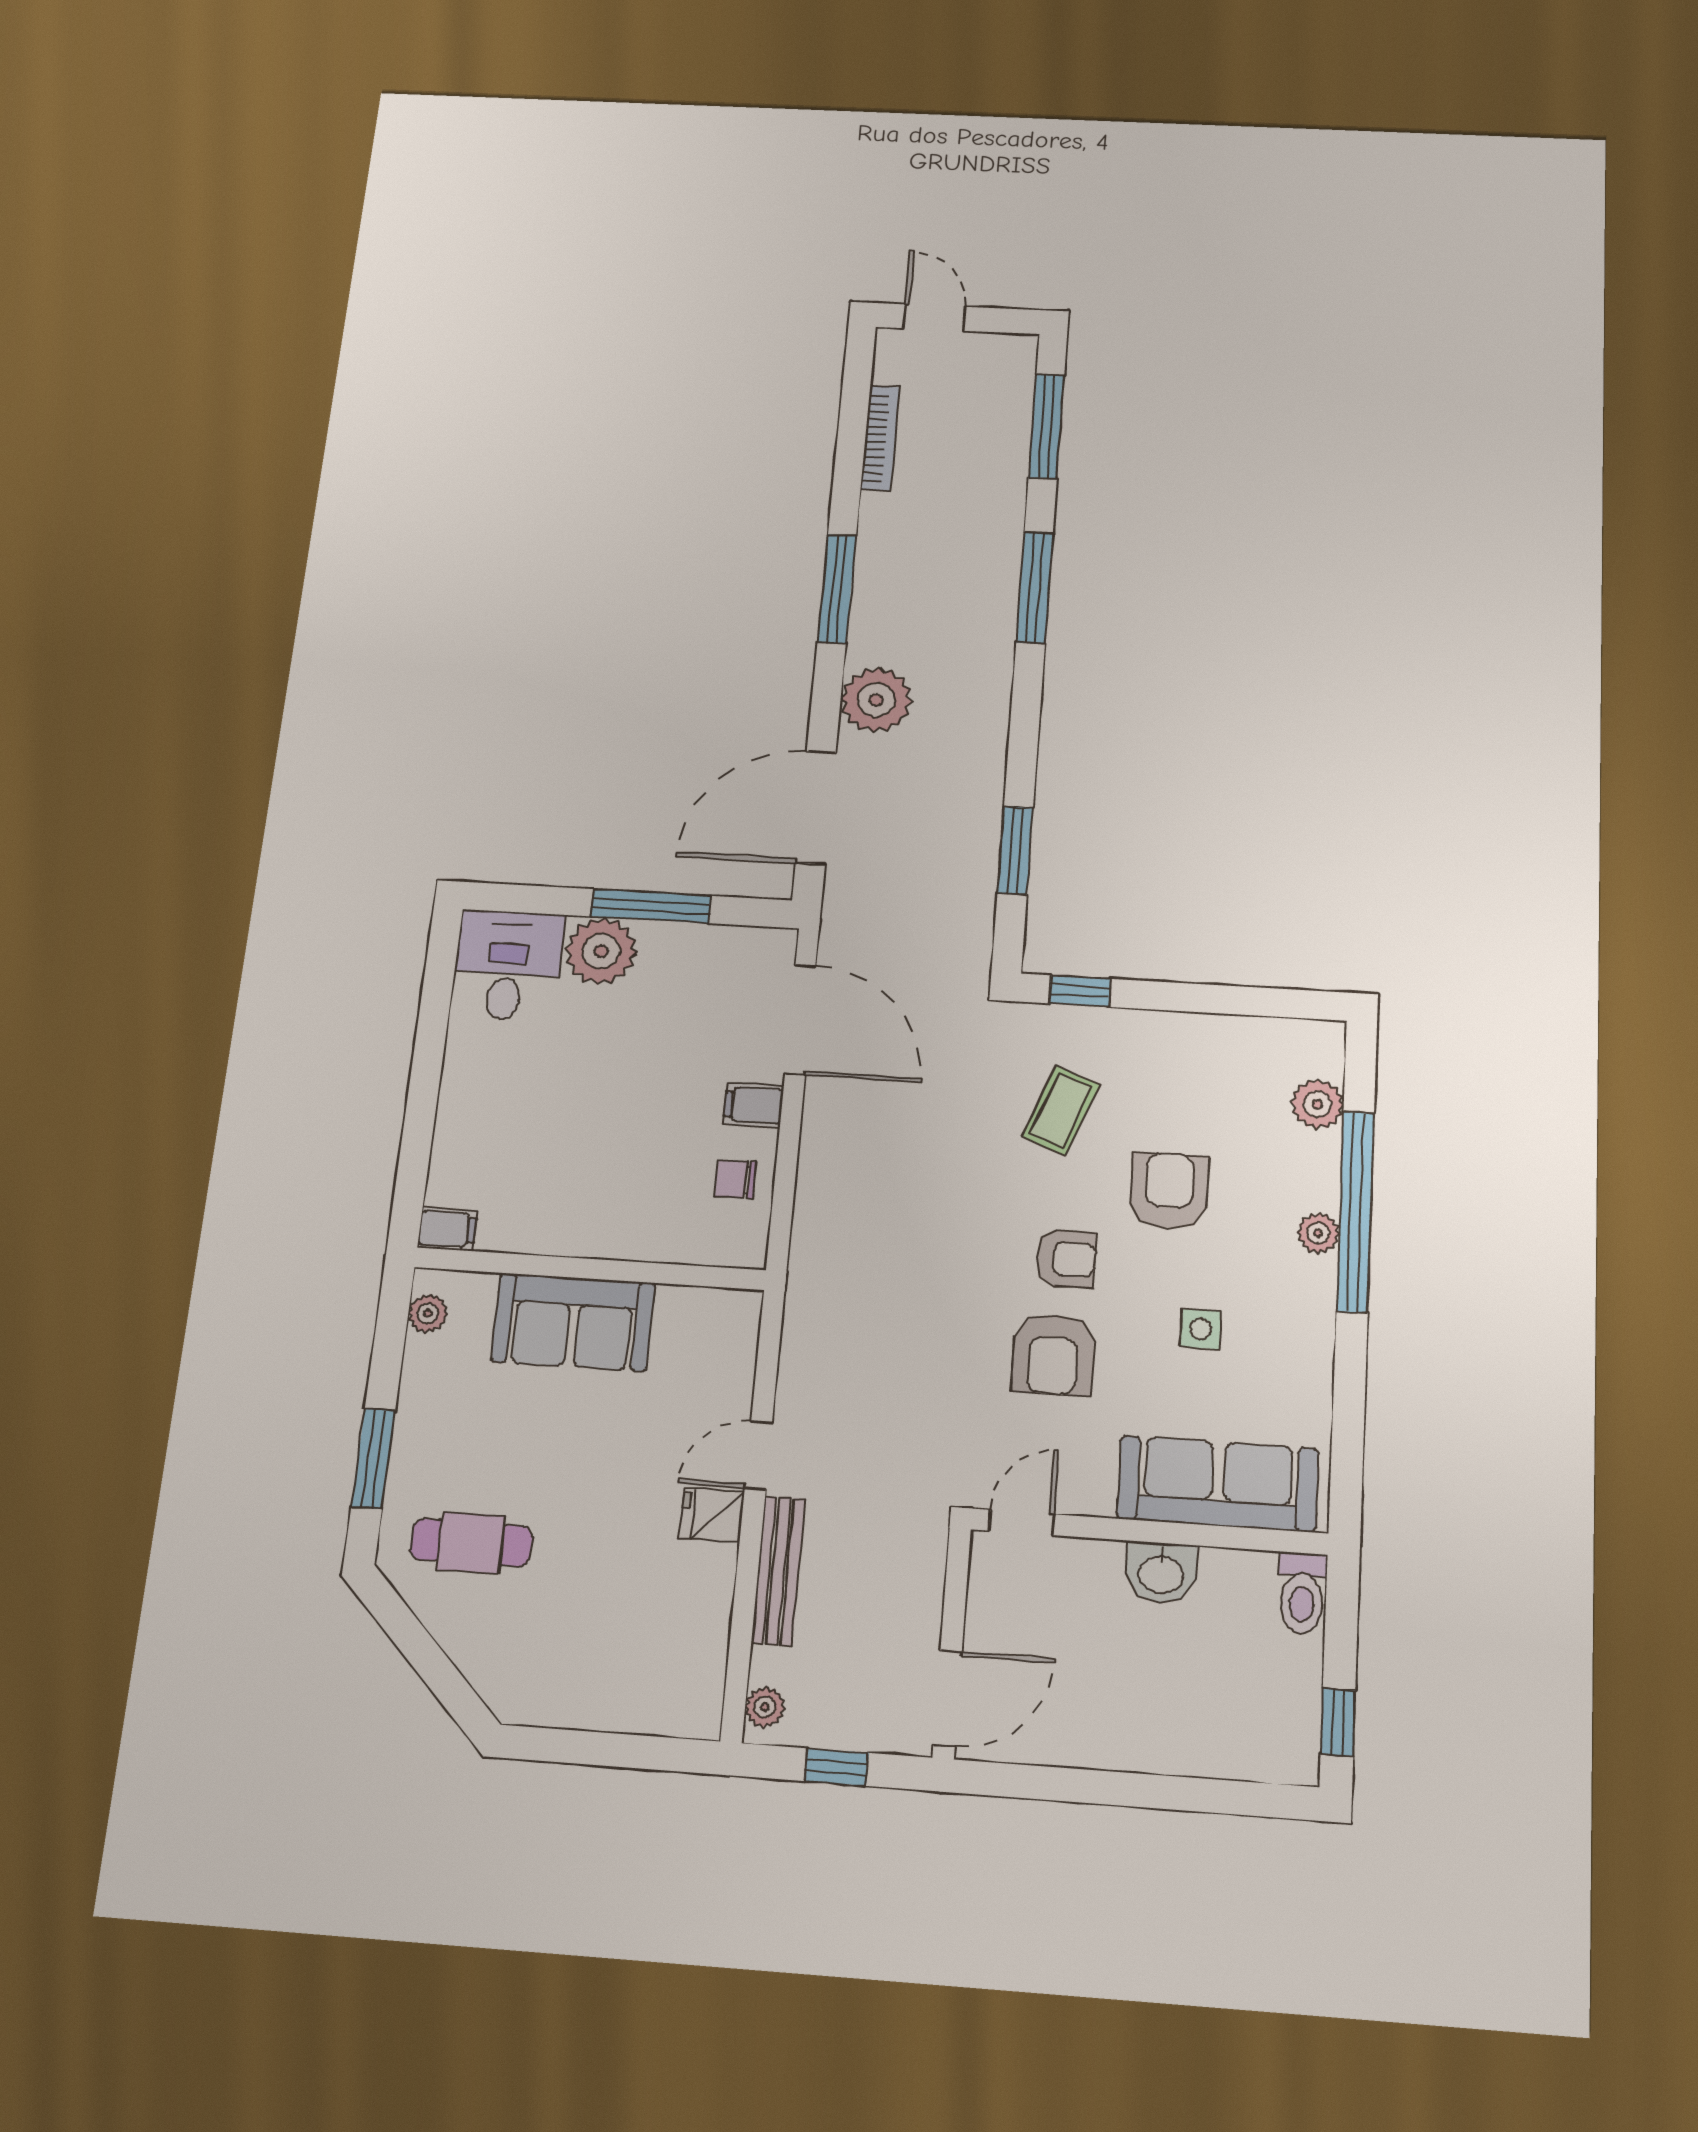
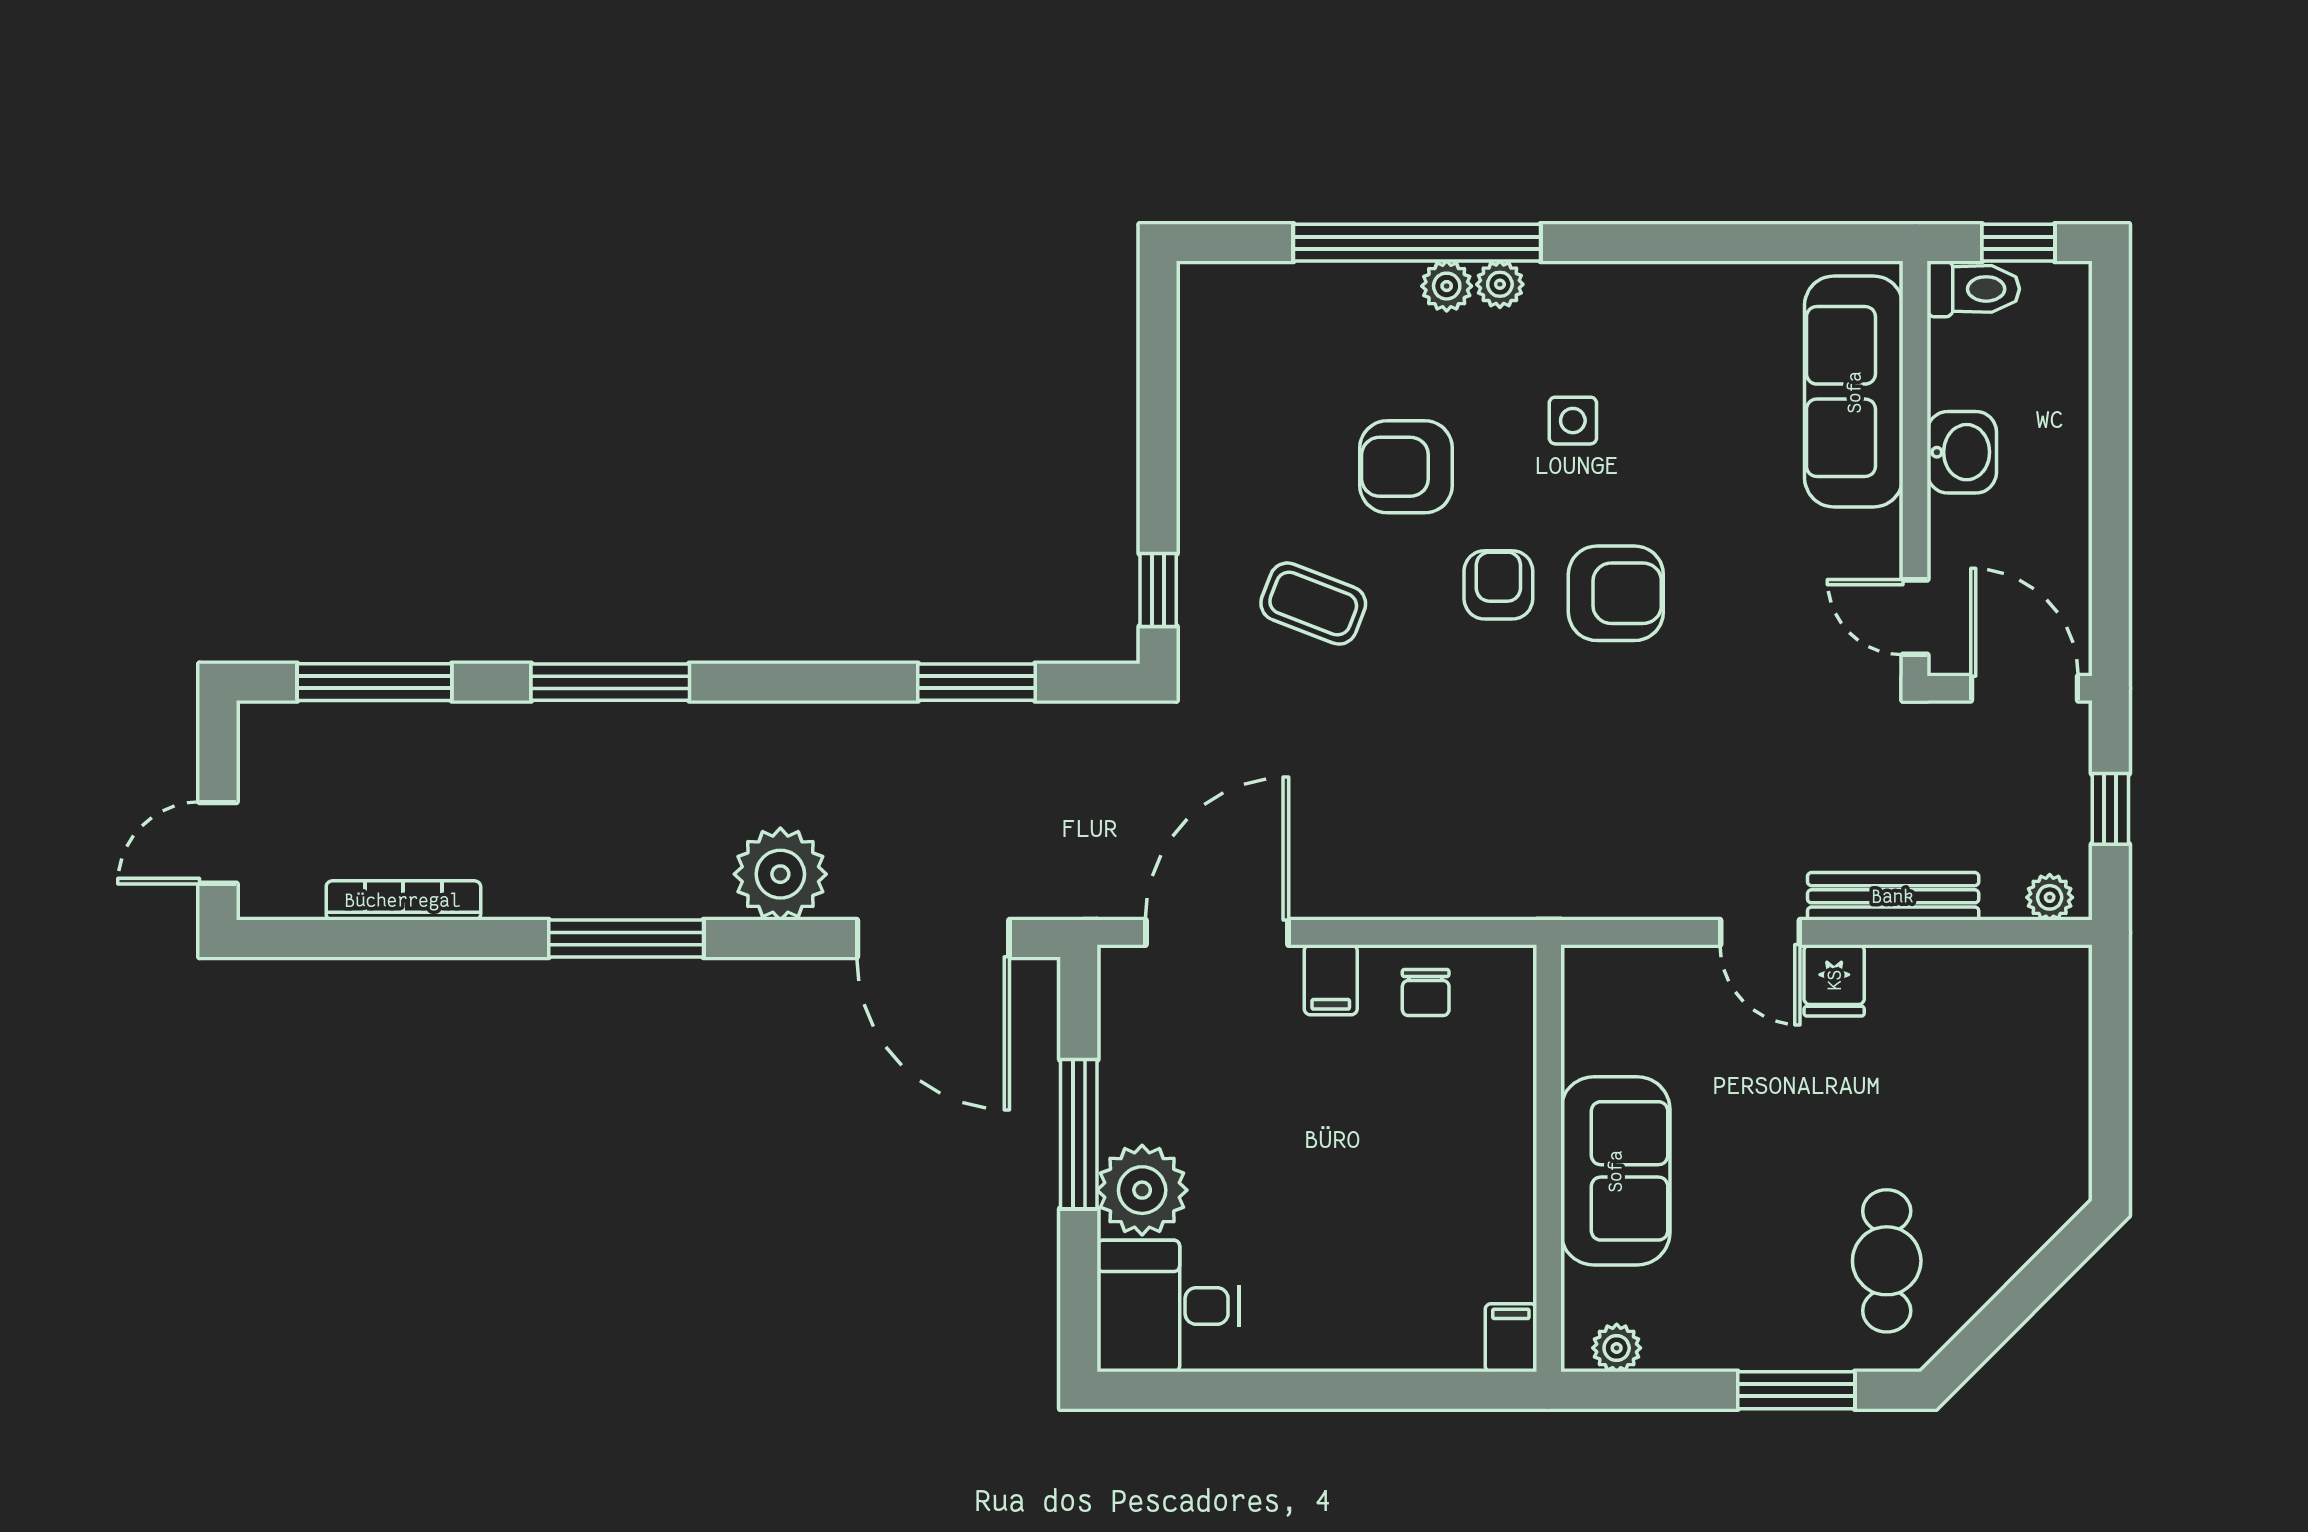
plant: (1317, 1104) -> (1500, 284), moved, width x0.73, depth x0.73
sofa: (1218, 1484) -> (1854, 392), moved
door: (1022, 1522) -> (1915, 617), moved
wall: (1149, 1532) -> (1915, 469), moved
washbasin: (1161, 1573) -> (1962, 452), moved
toilet: (1302, 1593) -> (1973, 289), moved

